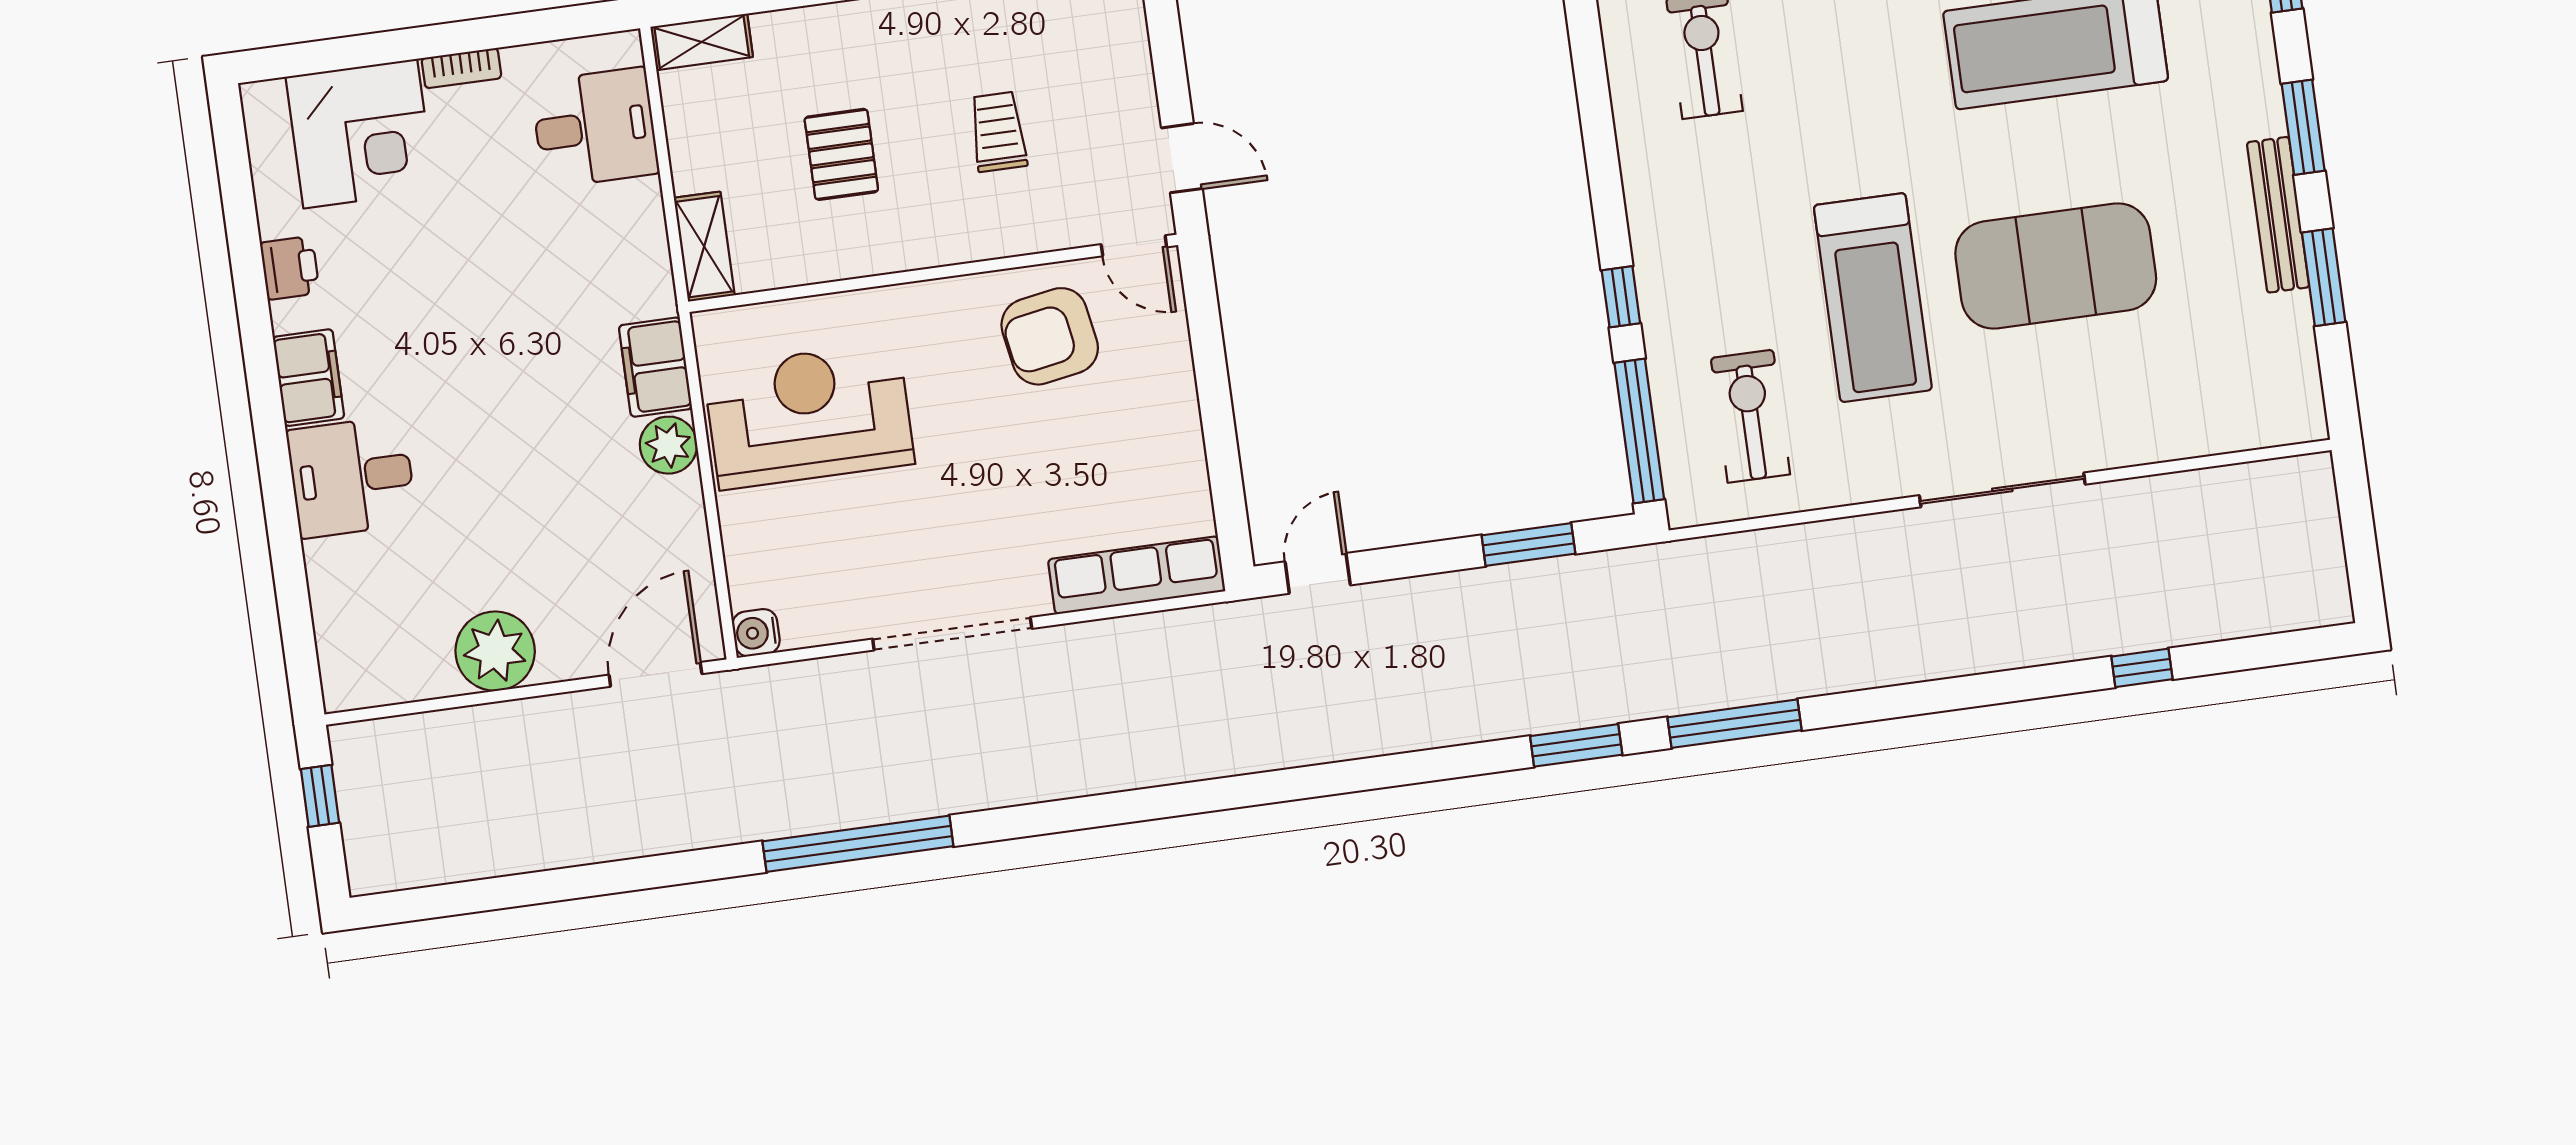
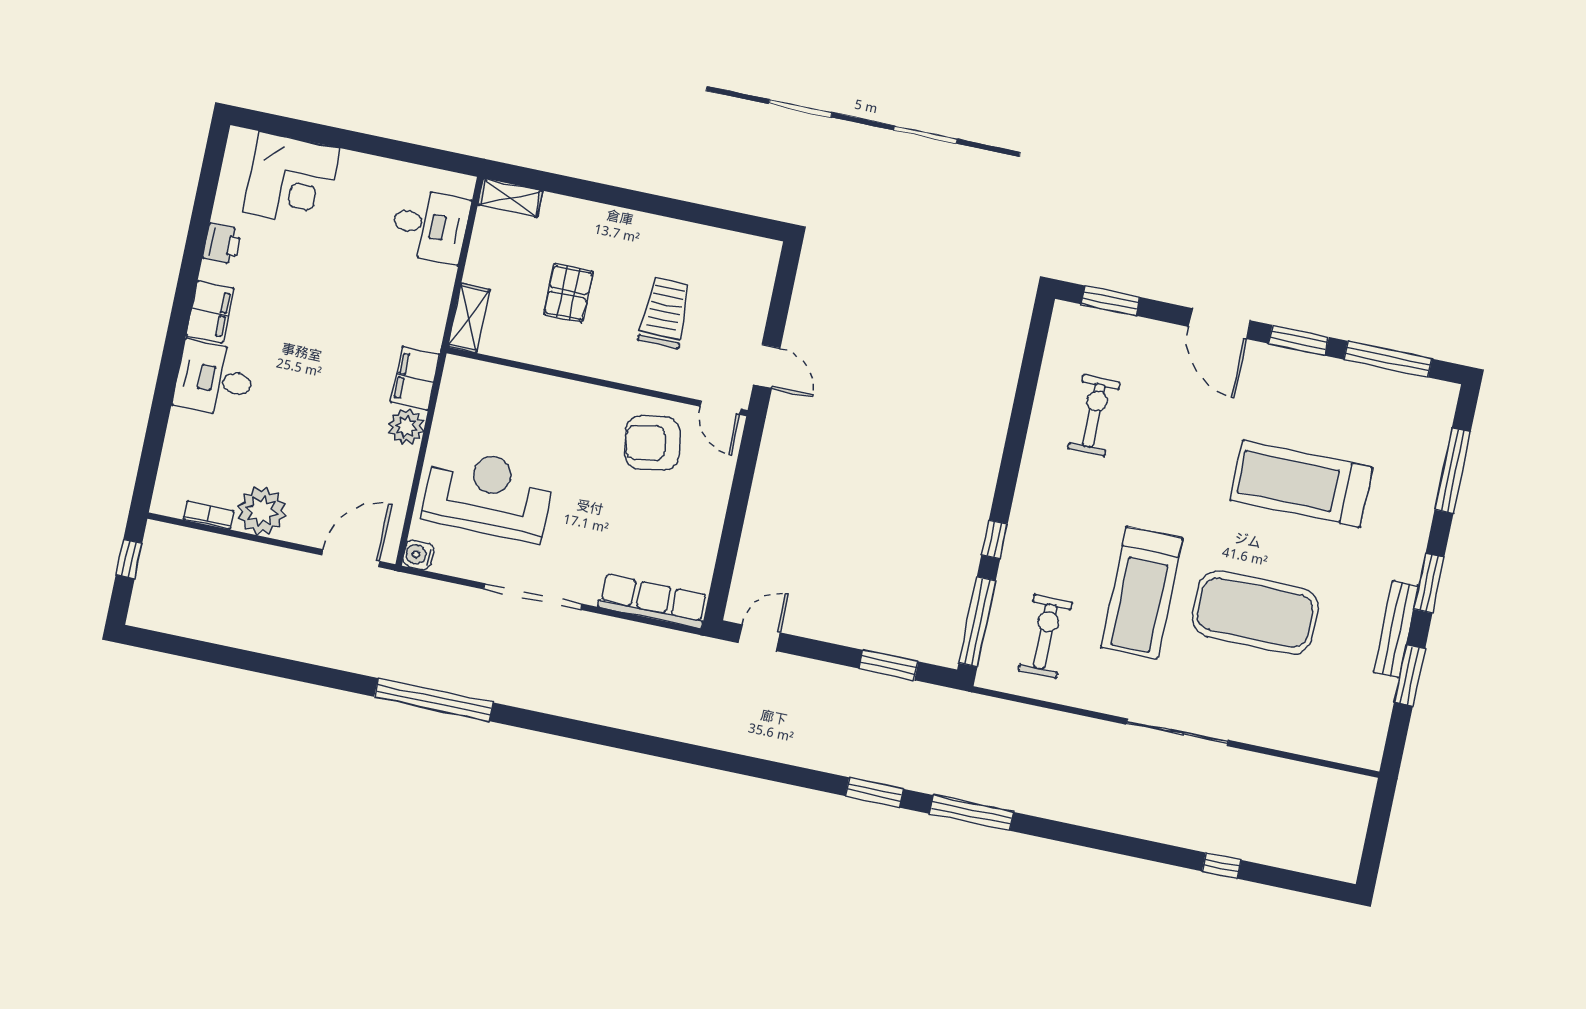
bookcase: (461, 68) -> (209, 515), moved, turned 180
trolley: (998, 132) -> (665, 313), width x1.36, depth x1.39
reception desk: (809, 416) -> (488, 494), moved

